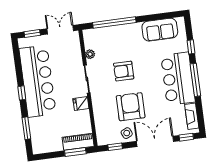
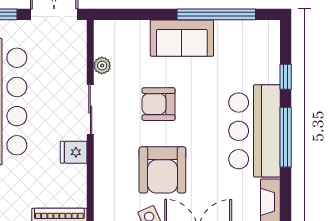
window: (114, 23) -> (216, 14), moved
sofa: (160, 30) -> (182, 38), moved
armchair: (131, 107) -> (162, 170), turned 180

